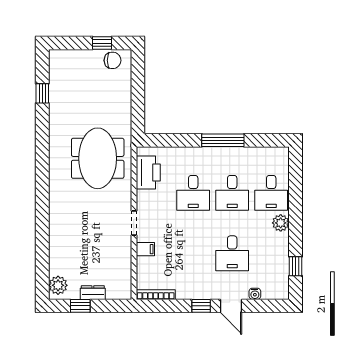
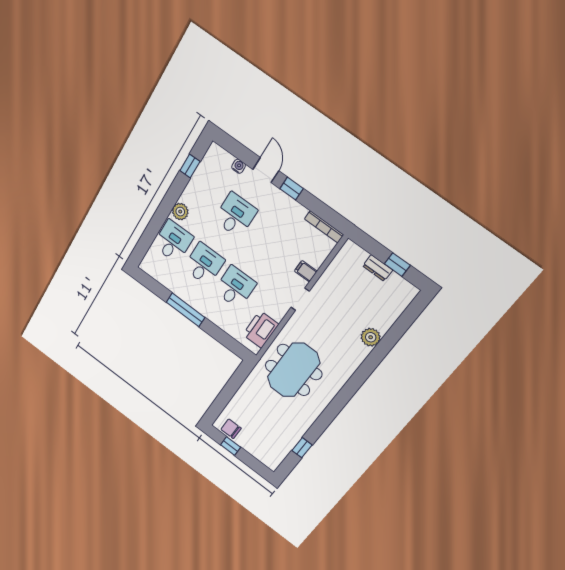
plant: (58, 285) -> (371, 337), moved

